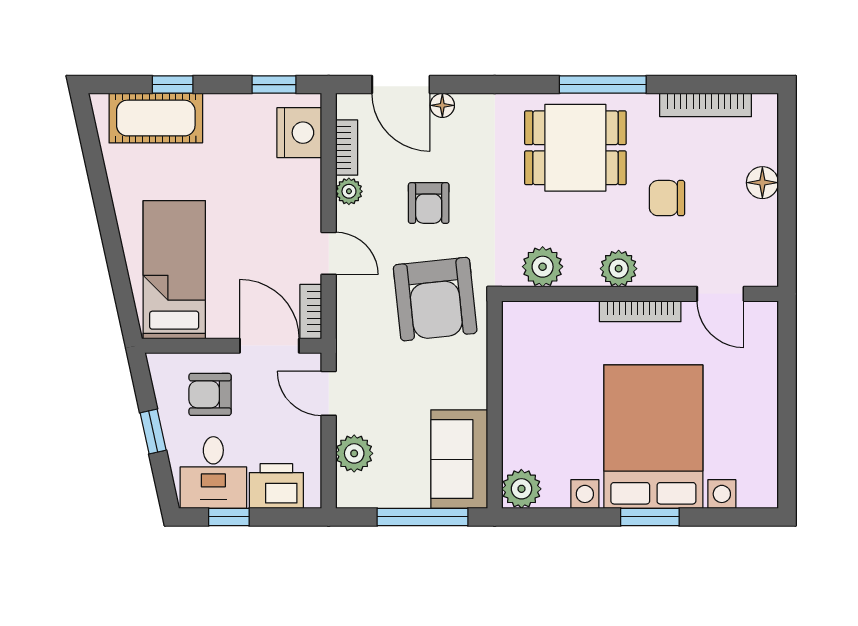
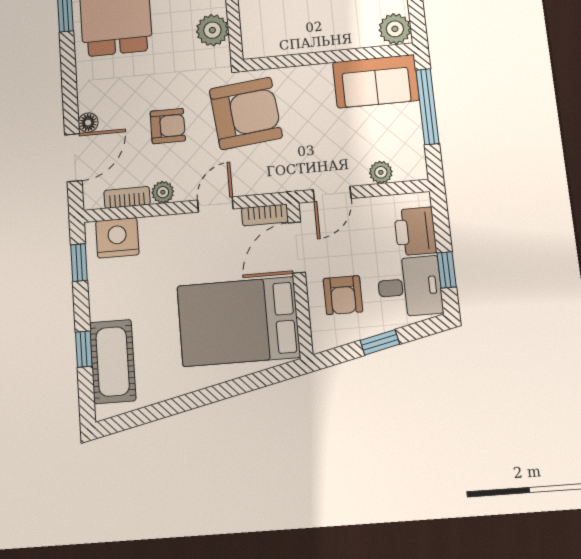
bed: (174, 270) -> (238, 322), width x1.50
plant: (354, 453) -> (381, 172), width x0.73, depth x0.73

